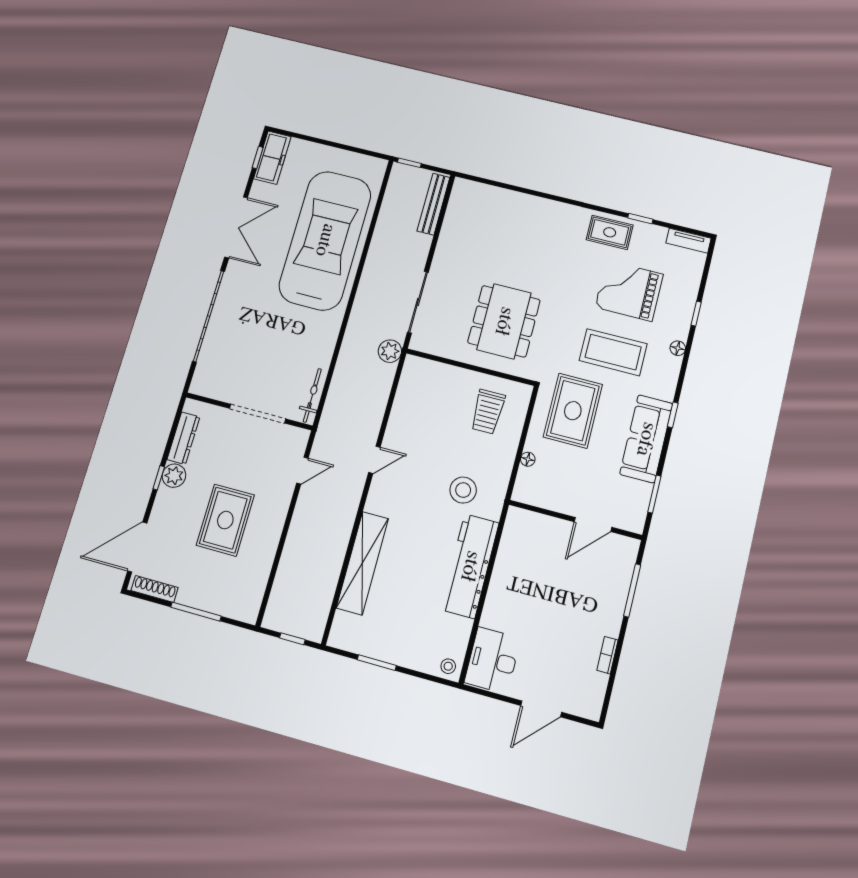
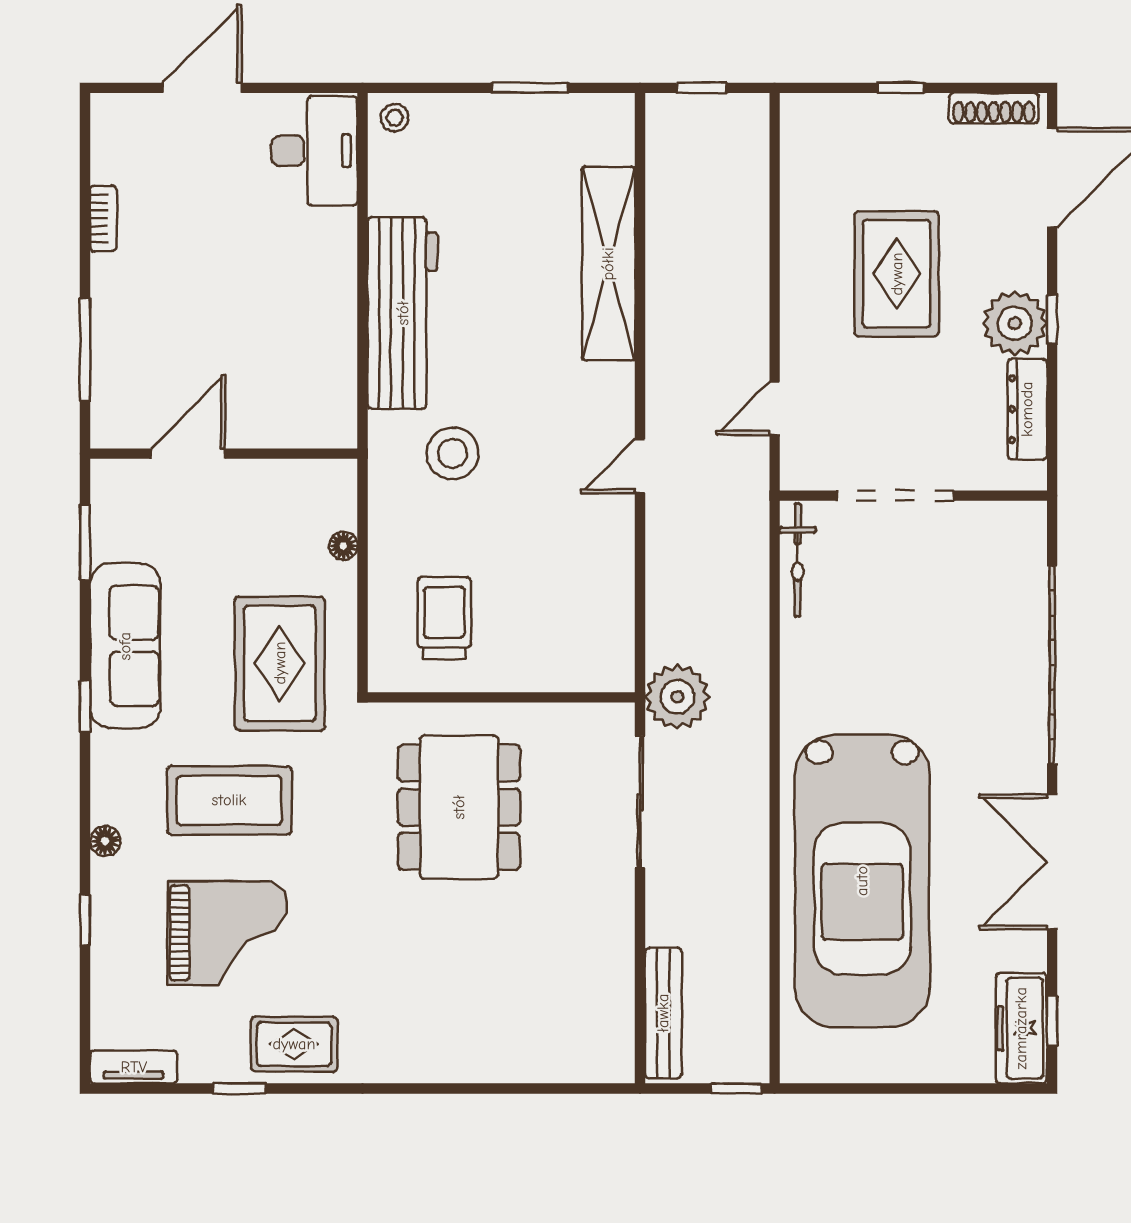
plant: (390, 351) -> (677, 697), width x1.36, depth x1.36
plant: (174, 476) -> (1015, 323), width x1.36, depth x1.36
window: (196, 612) -> (901, 88), width x0.46

